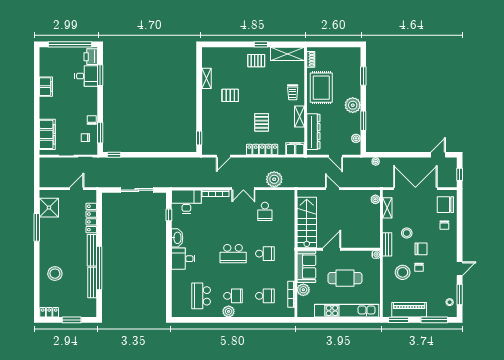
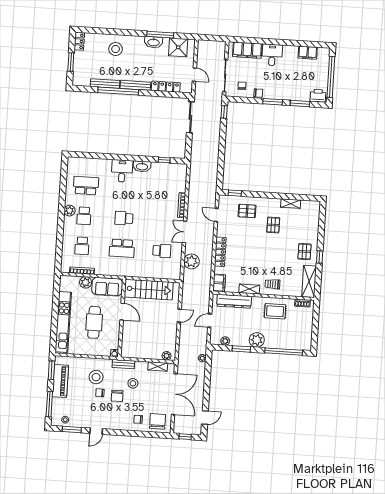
desk: (86, 76) -> (272, 55), moved, turned 180
window: (363, 76) -> (284, 352), width x2.11
filing cabinet: (46, 87) -> (308, 53), moved
rug: (321, 88) -> (275, 311), width x0.73, depth x0.70
pallet: (262, 122) -> (247, 211), moved
window: (100, 133) -> (273, 102), moved
door: (438, 155) -> (205, 418), hinge flipped
sliding door: (137, 190) -> (190, 117), moved
desk: (186, 202) -> (176, 177), removed
school desk: (265, 211) -> (162, 251), turned 180
washbasin: (45, 234) -> (154, 42), added
school desk: (233, 254) -> (124, 218), width x0.54
school desk: (265, 254) -> (122, 248), width x1.85
door: (460, 269) -> (96, 431), hinge flipped

